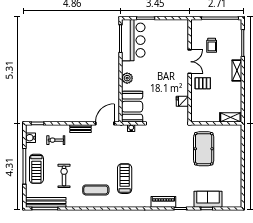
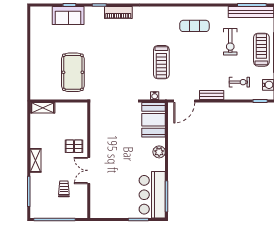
fridge: (182, 101) -> (97, 126), removed
treadmill: (125, 179) -> (161, 62), moved

